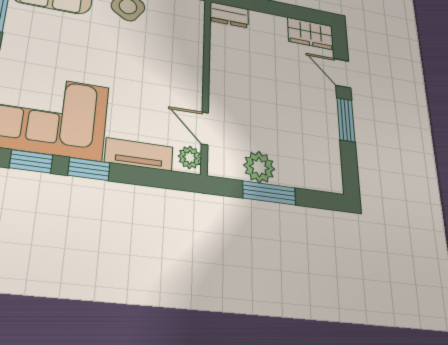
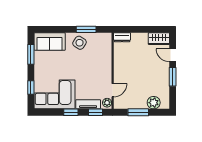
door: (205, 128) -> (113, 90), swing flipped
window: (31, 161) -> (95, 112), moved
plant: (259, 167) -> (154, 103), moved

